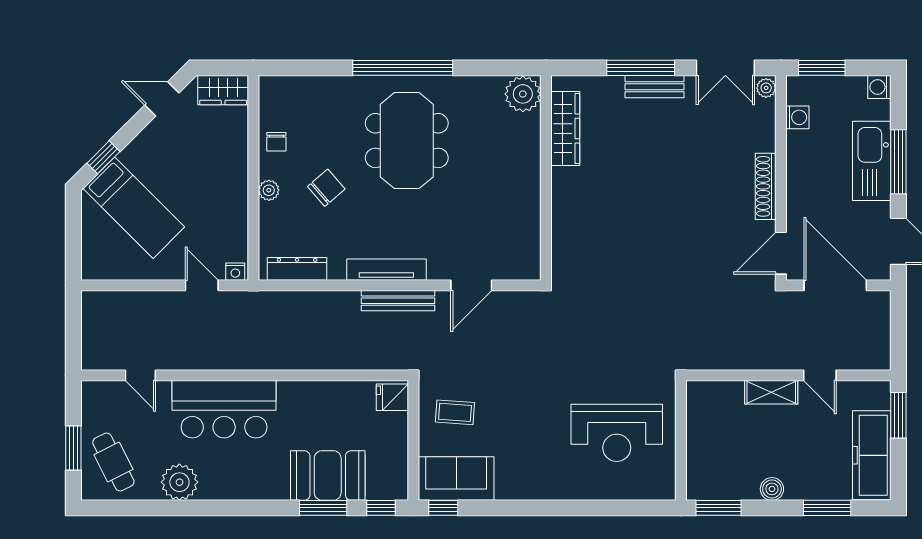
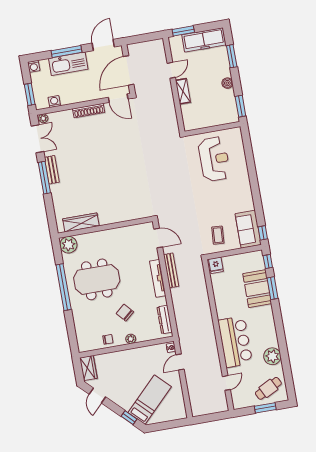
plant: (523, 94) -> (68, 245), moved
wardrobe: (565, 129) -> (81, 222), moved
wall: (546, 178) -> (105, 227), moved

